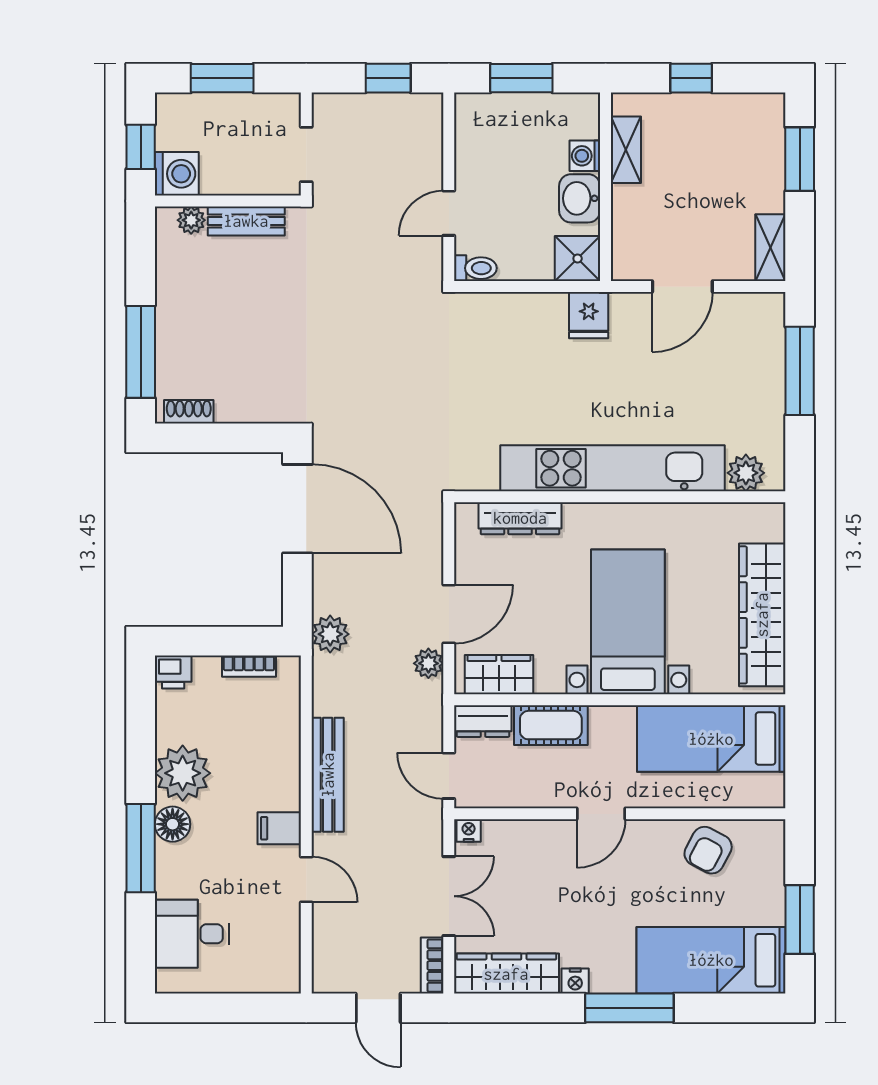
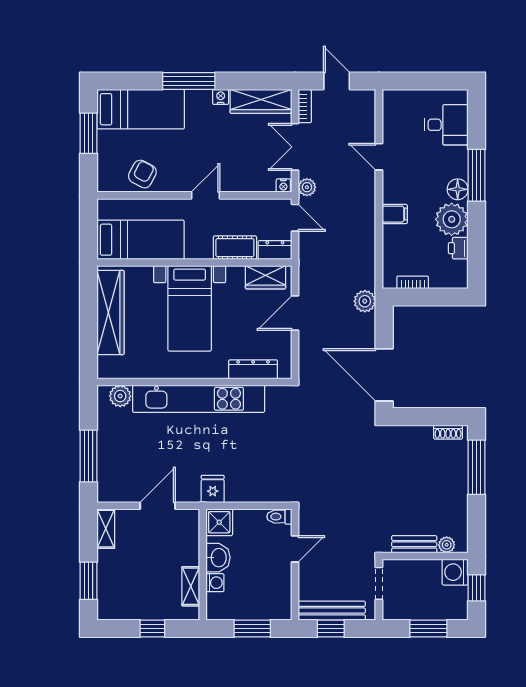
plant: (428, 663) -> (307, 187), moved
printer: (173, 672) -> (458, 248), moved, turned -90
bench: (328, 775) -> (332, 611), moved, turned 90
filing cabinet: (279, 828) -> (395, 214), moved

